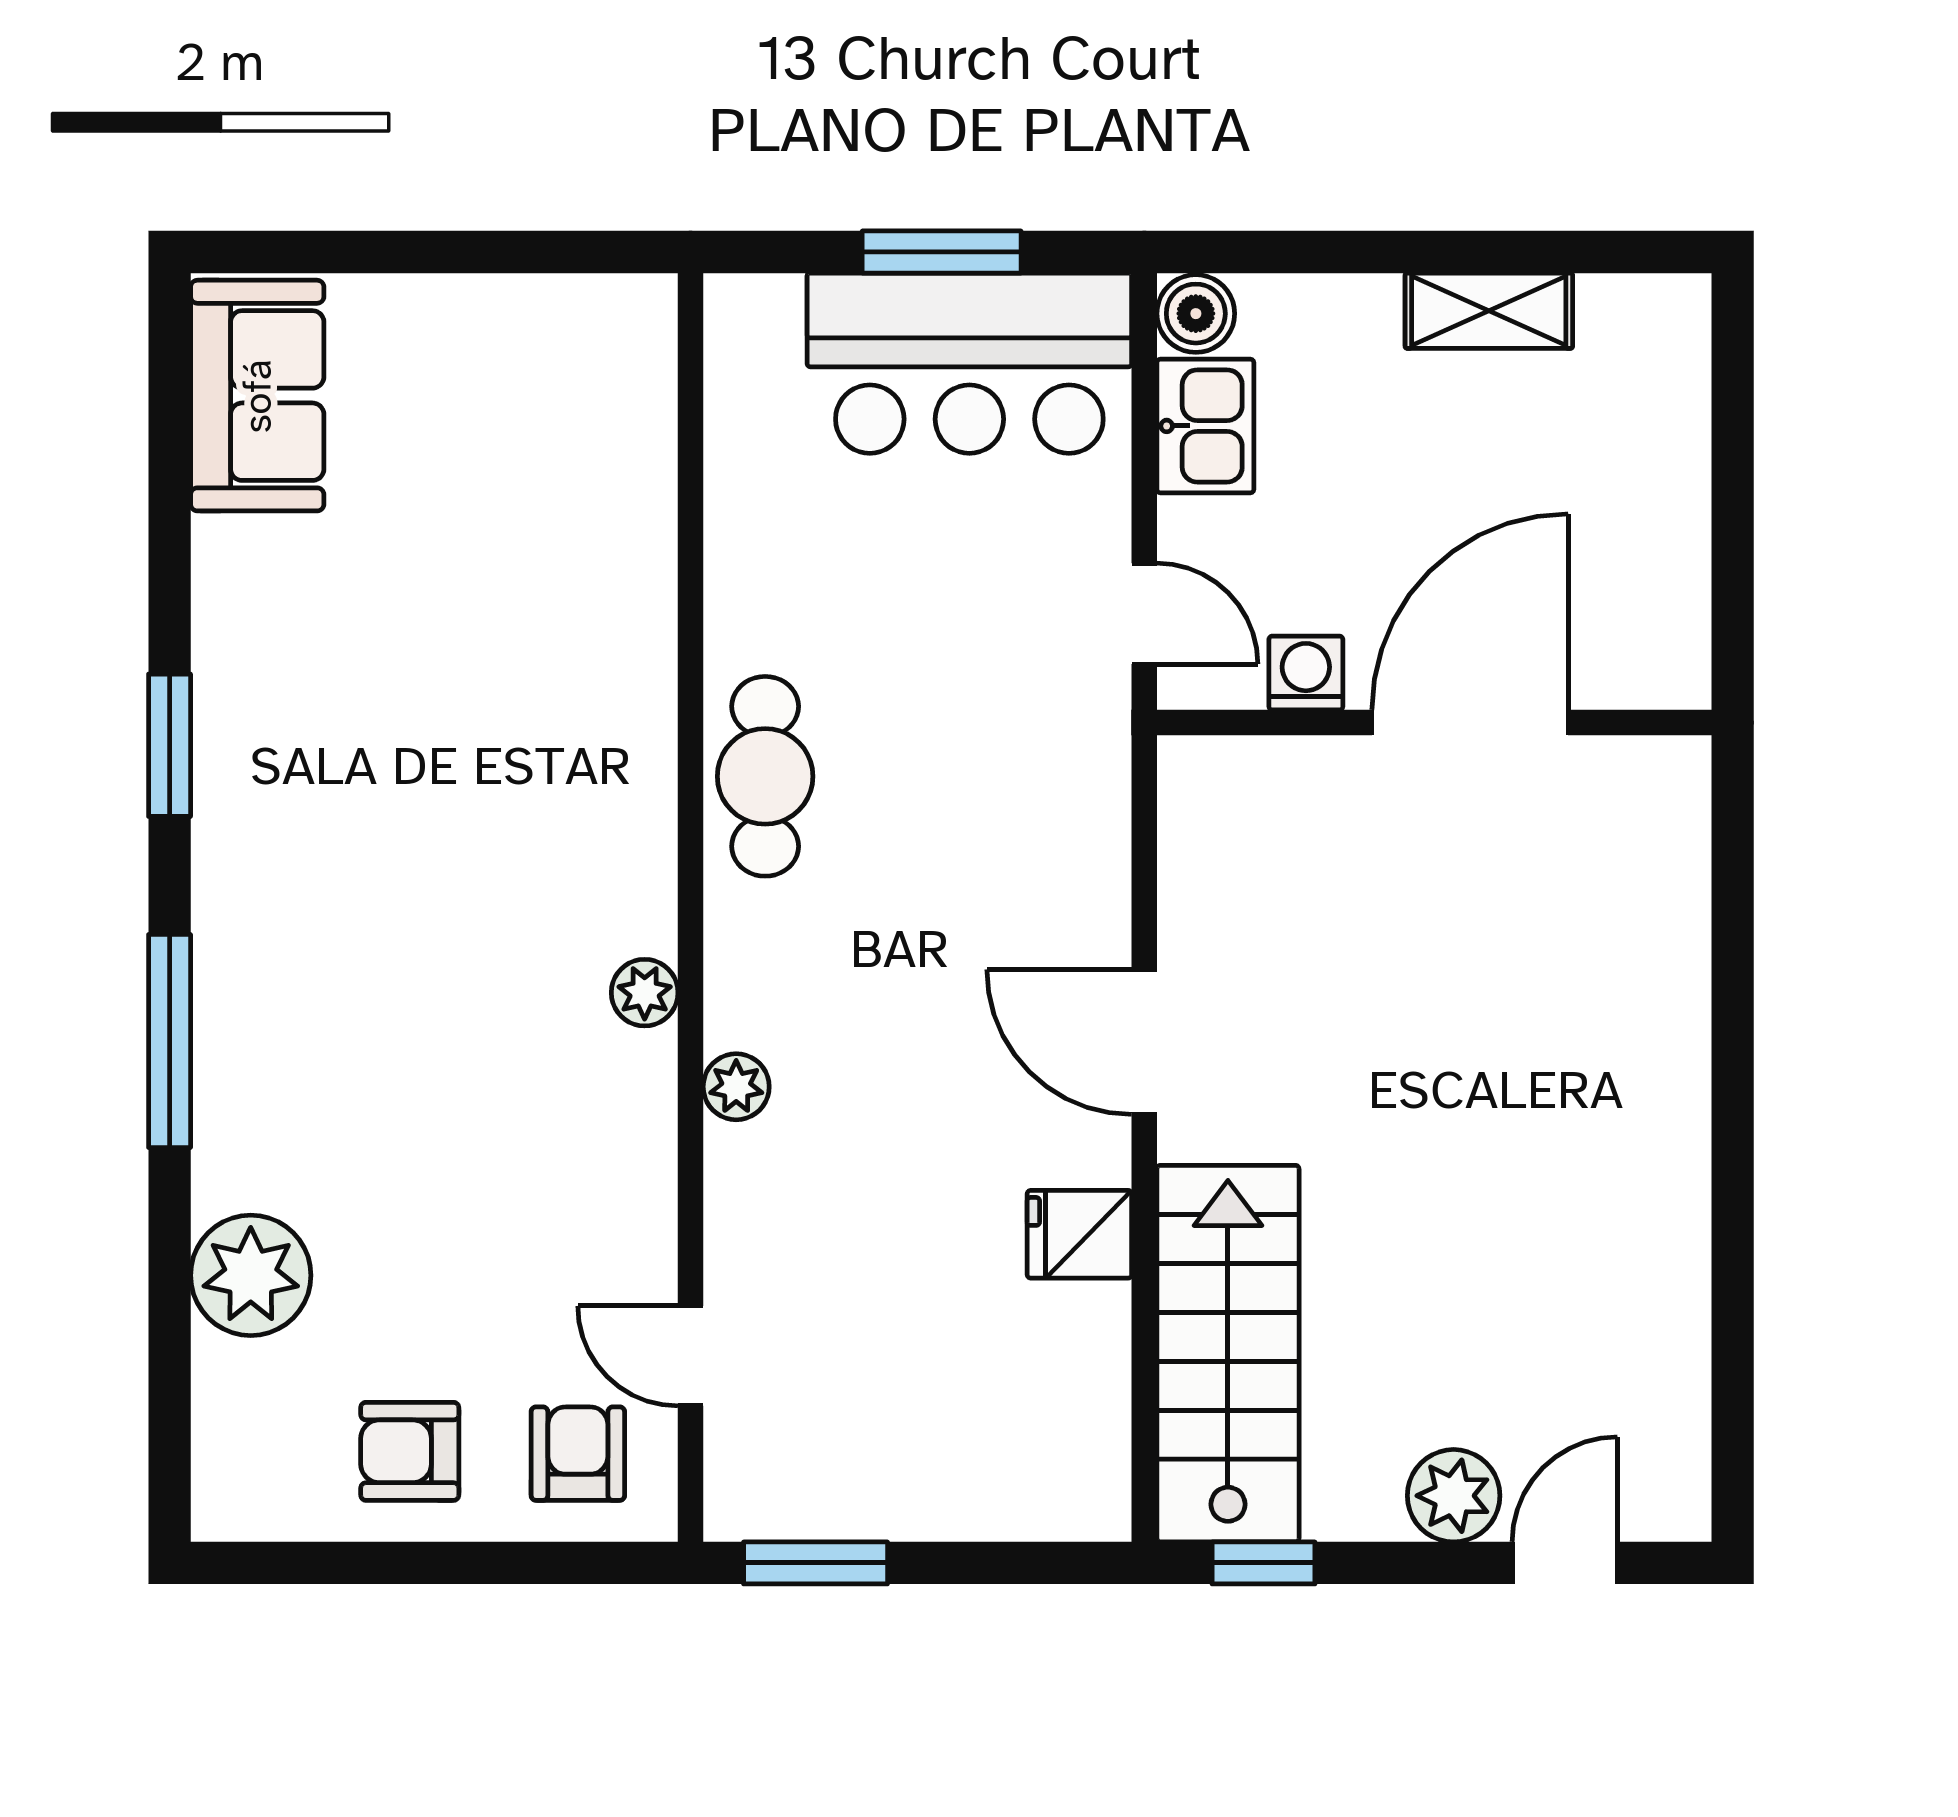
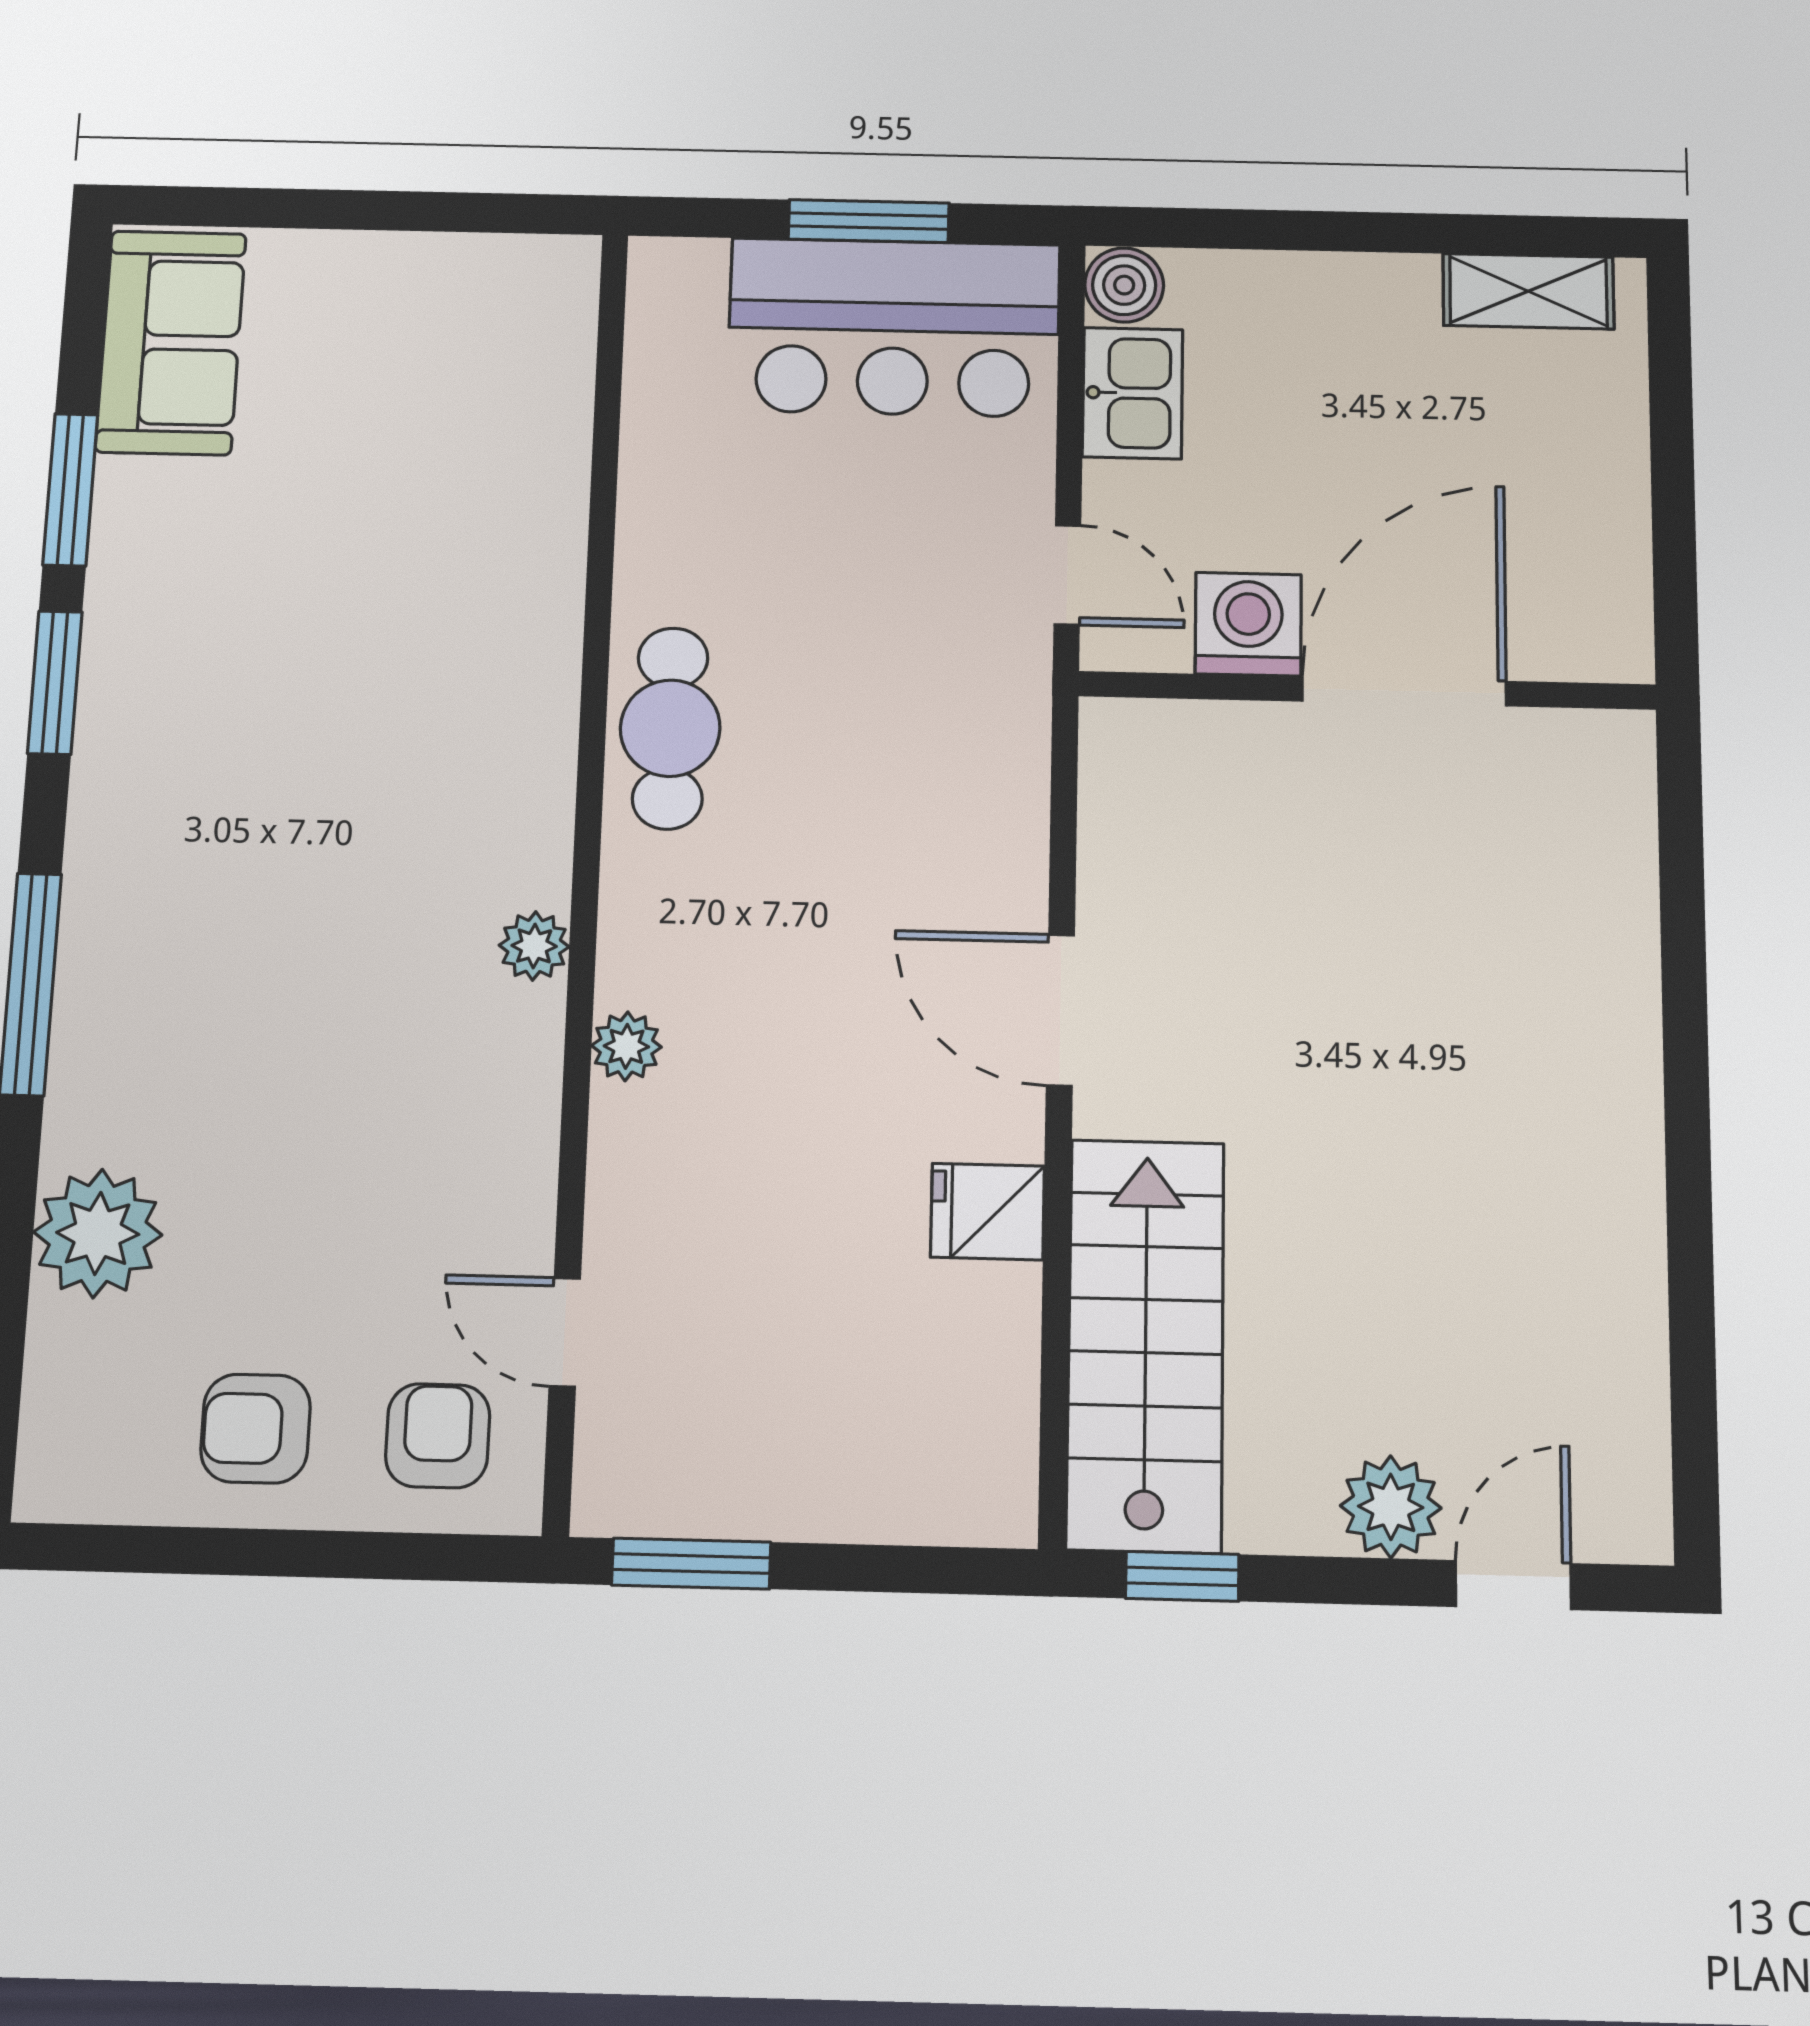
shelving: (1489, 311) -> (1528, 291), moved
window: (170, 550) -> (70, 490), added
washing machine: (1306, 673) -> (1248, 624), width x1.38, depth x1.38

